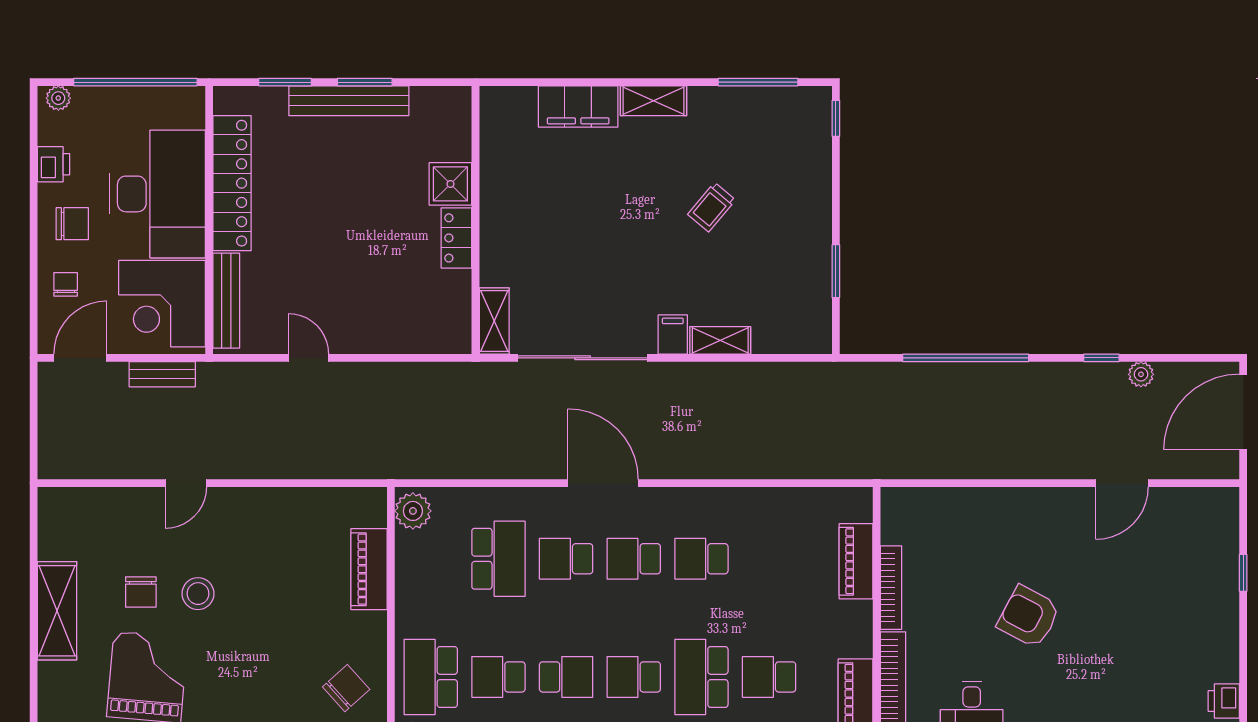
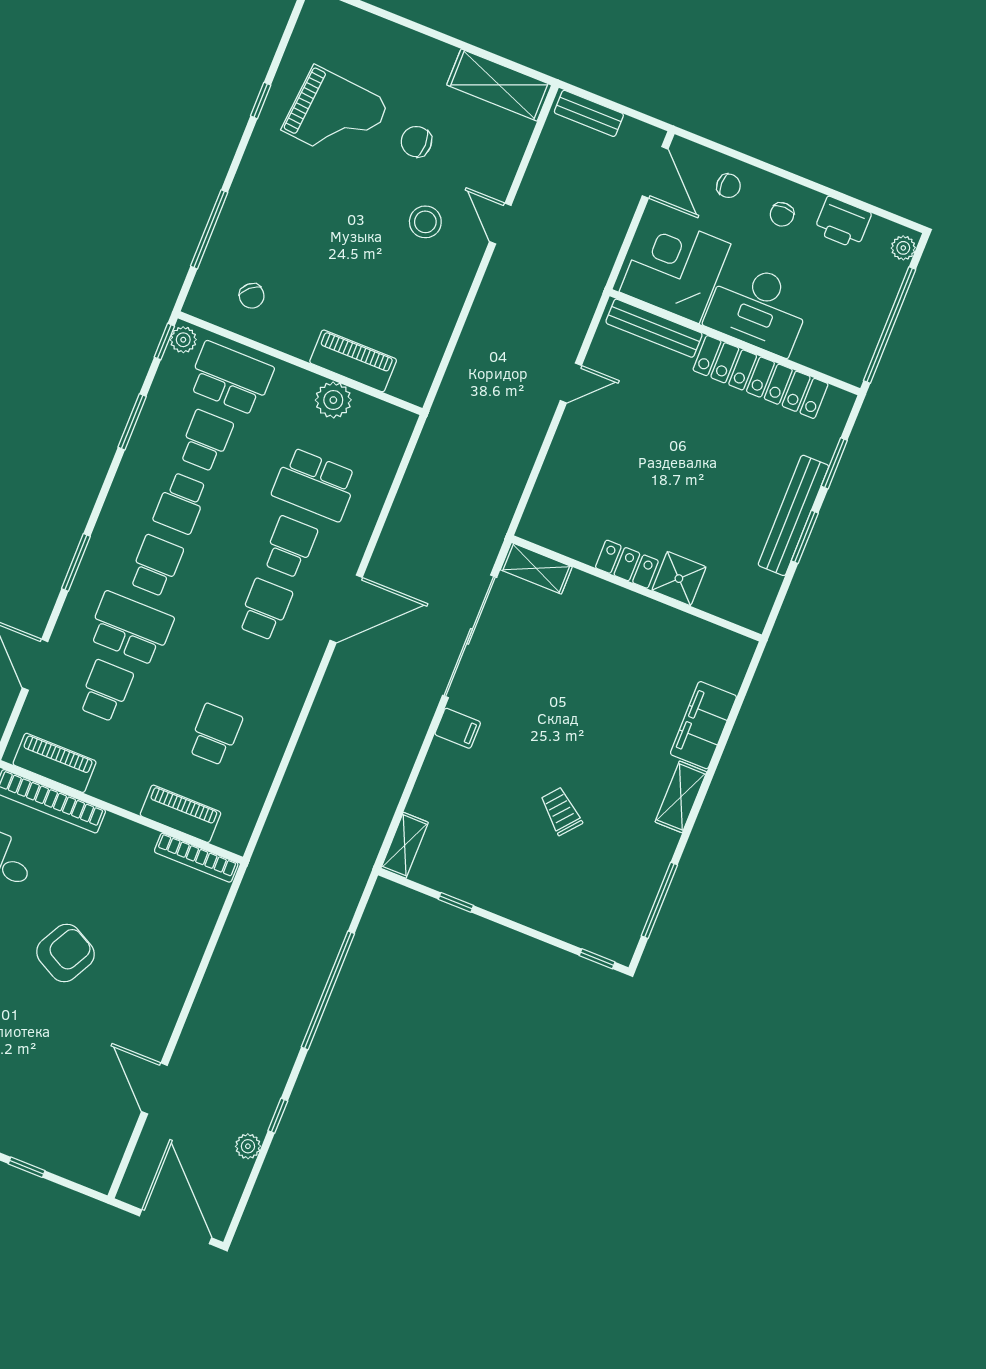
printer: (53, 164) -> (843, 223), width x1.36, depth x1.24
desk: (158, 194) -> (758, 308), width x0.73, depth x0.77
chair: (72, 224) -> (782, 214), width x0.73, depth x0.73
window: (836, 271) -> (456, 902), width x0.67
shelving: (720, 340) -> (405, 845), moved
bench: (162, 374) -> (589, 113), moved, turned 90
plant: (413, 511) -> (333, 400), moved
school desk: (701, 559) -> (215, 734), moved
bookcase: (891, 588) -> (196, 858), moved
stool: (198, 594) -> (425, 222), moved
shelving: (57, 611) -> (499, 85), moved
chair: (346, 688) -> (252, 296), width x0.73, depth x0.73

